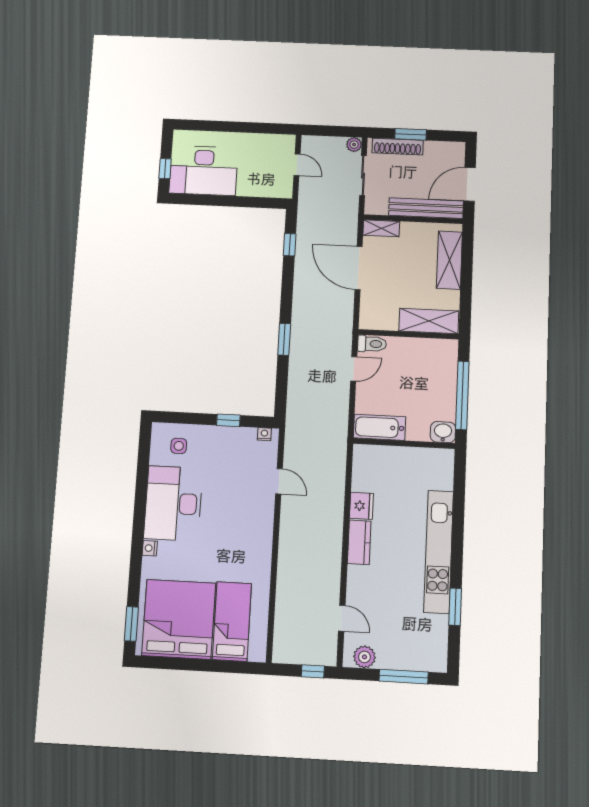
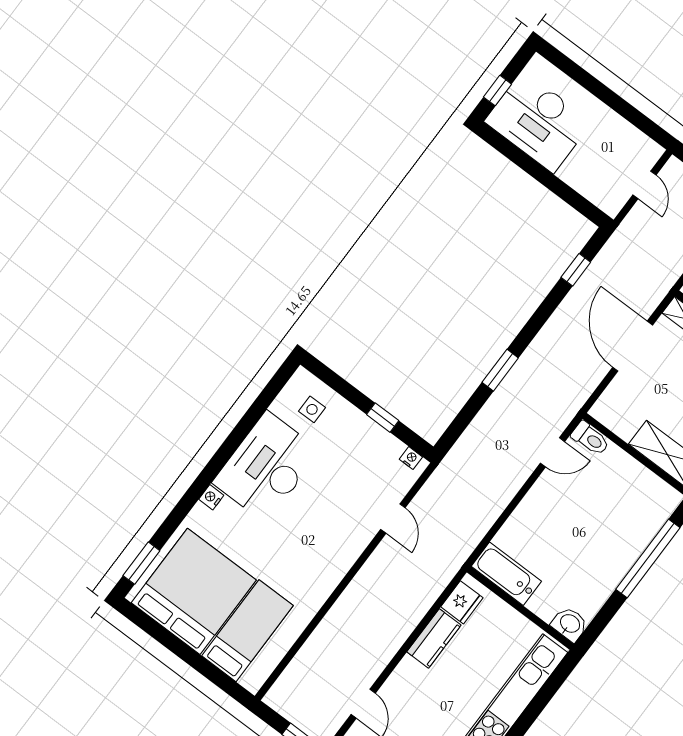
bathtub: (379, 427) -> (506, 574), moved
washbasin: (443, 432) -> (570, 624), moved
wall: (404, 443) -> (520, 608), moved

